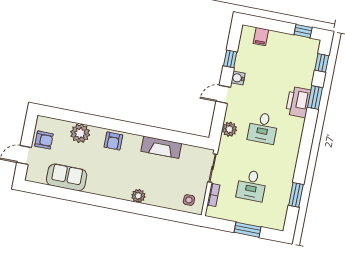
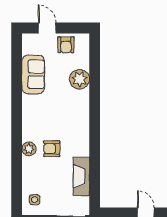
armchair: (113, 141) -> (52, 149), moved
fireplace: (161, 147) -> (81, 176), moved

